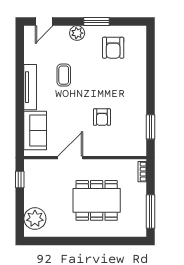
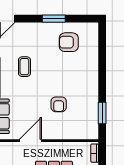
plant: (77, 33) -> (36, 29), removed
armchair: (113, 48) -> (69, 42), turned 90

